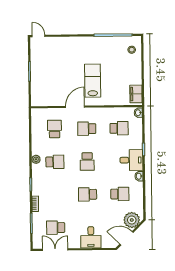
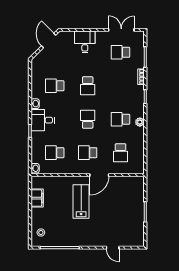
door: (38, 36) -> (113, 248), moved
lab bench: (93, 81) -> (81, 202), turned 180
filing cabinet: (136, 94) -> (37, 198), moved
school desk: (87, 129) -> (88, 153), turned 180
school desk: (88, 194) -> (88, 86), turned 90
plant: (132, 220) -> (43, 59), removed
school desk: (56, 228) -> (121, 52), turned 180
door: (126, 238) -> (49, 41), swing flipped
double door: (55, 250) -> (121, 30), swing flipped

